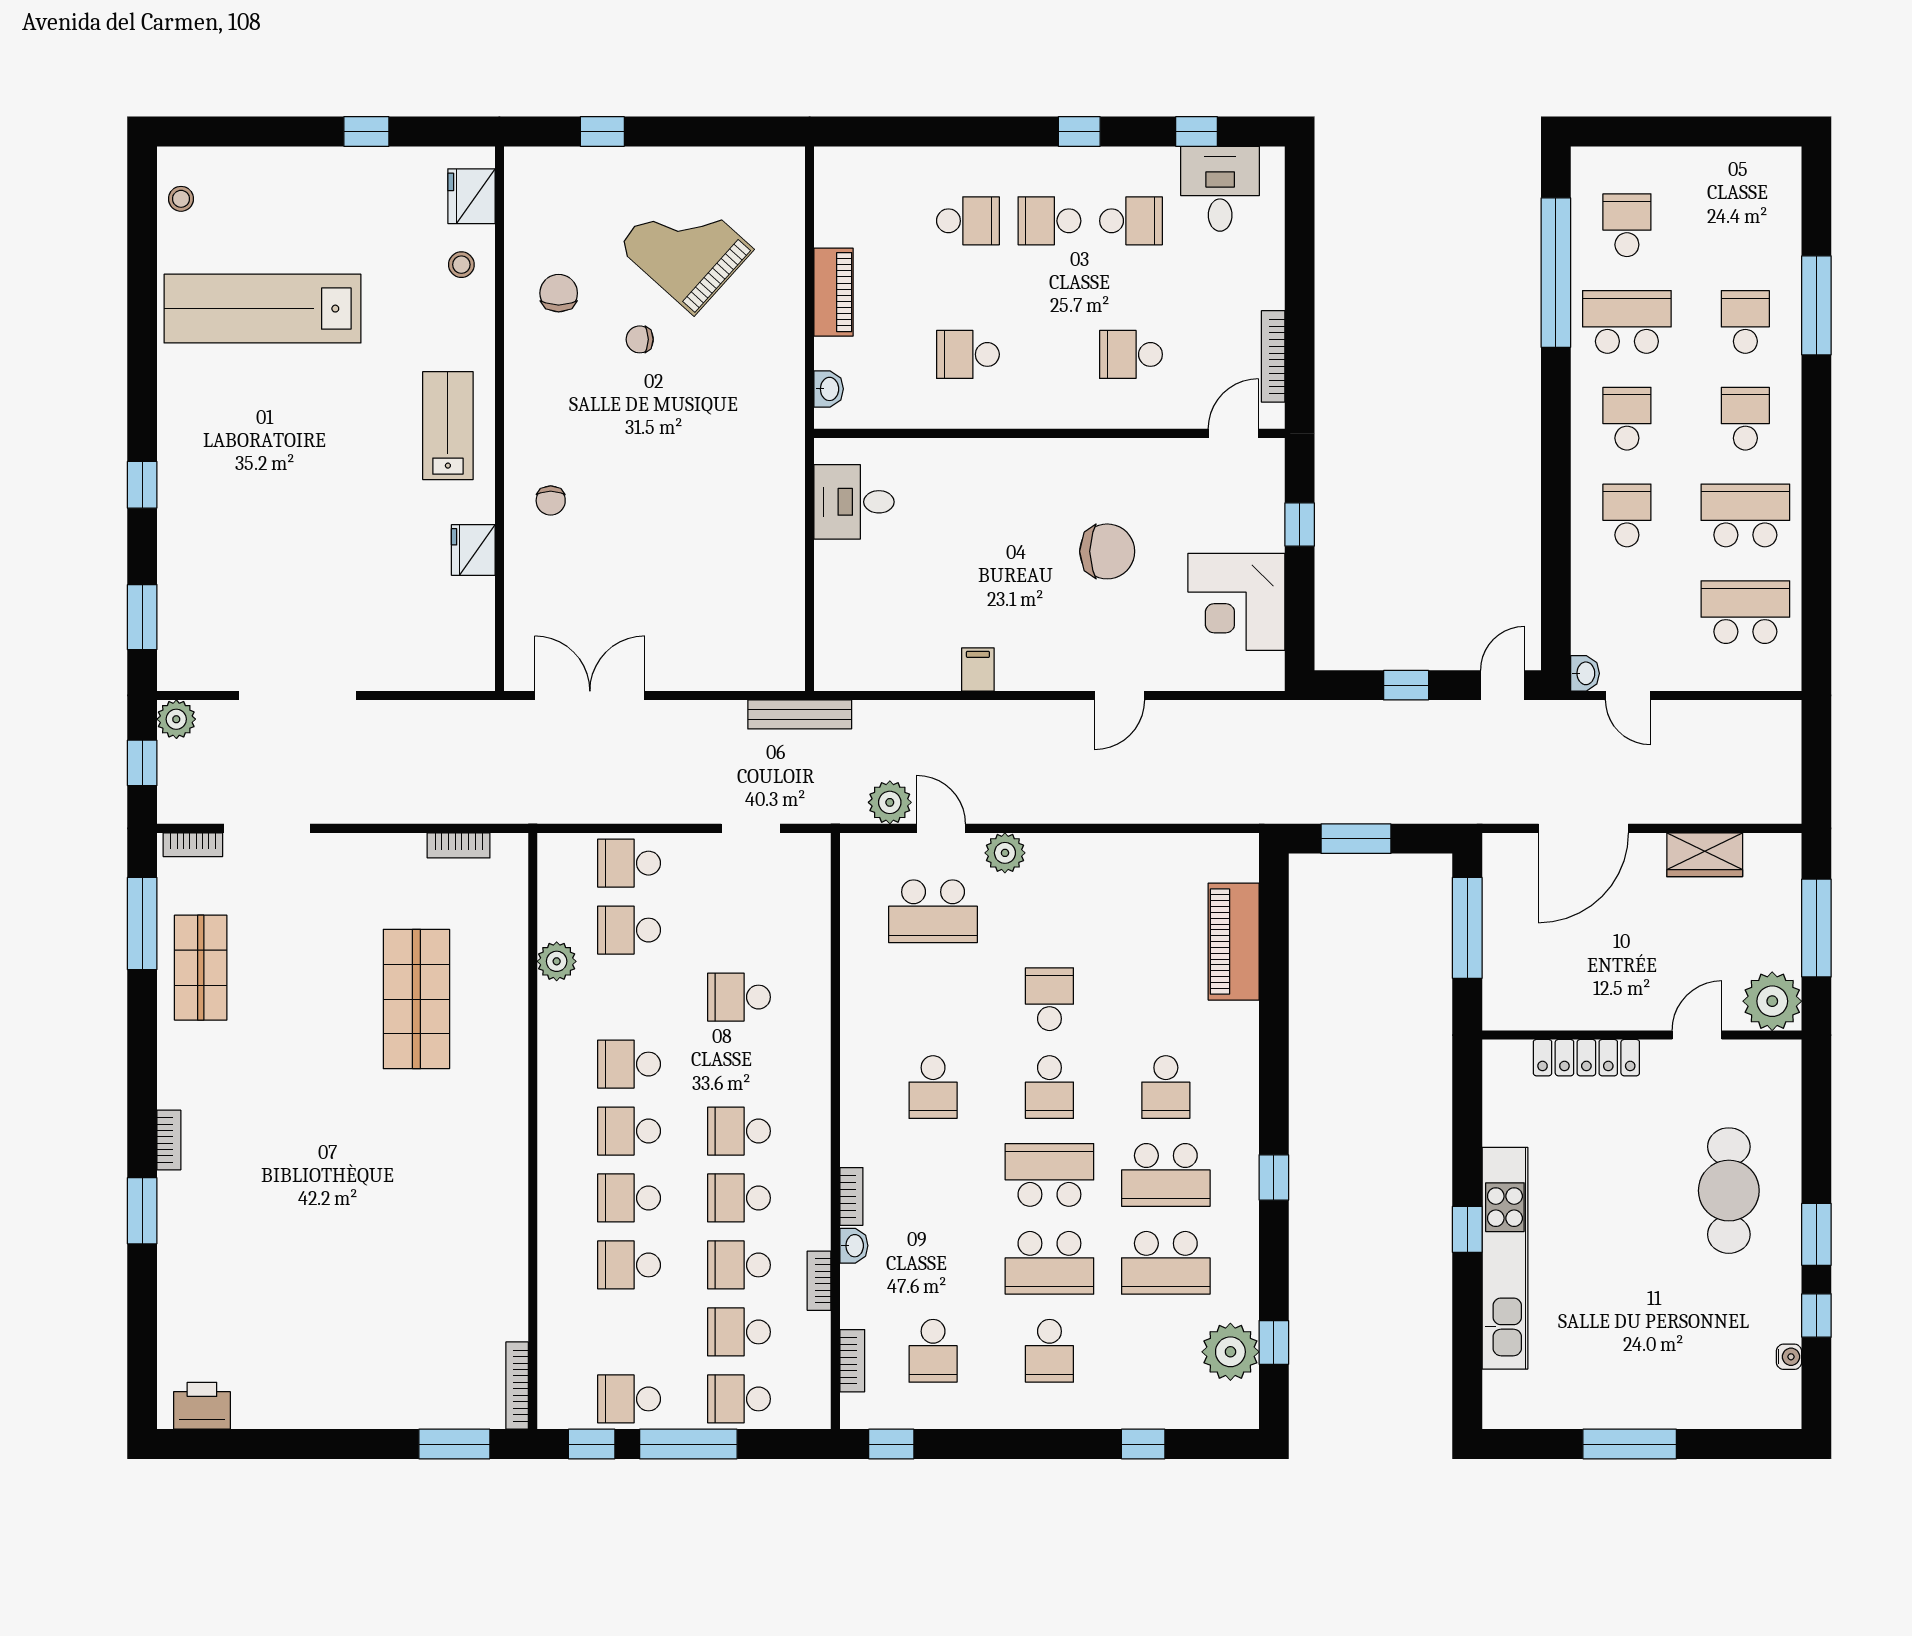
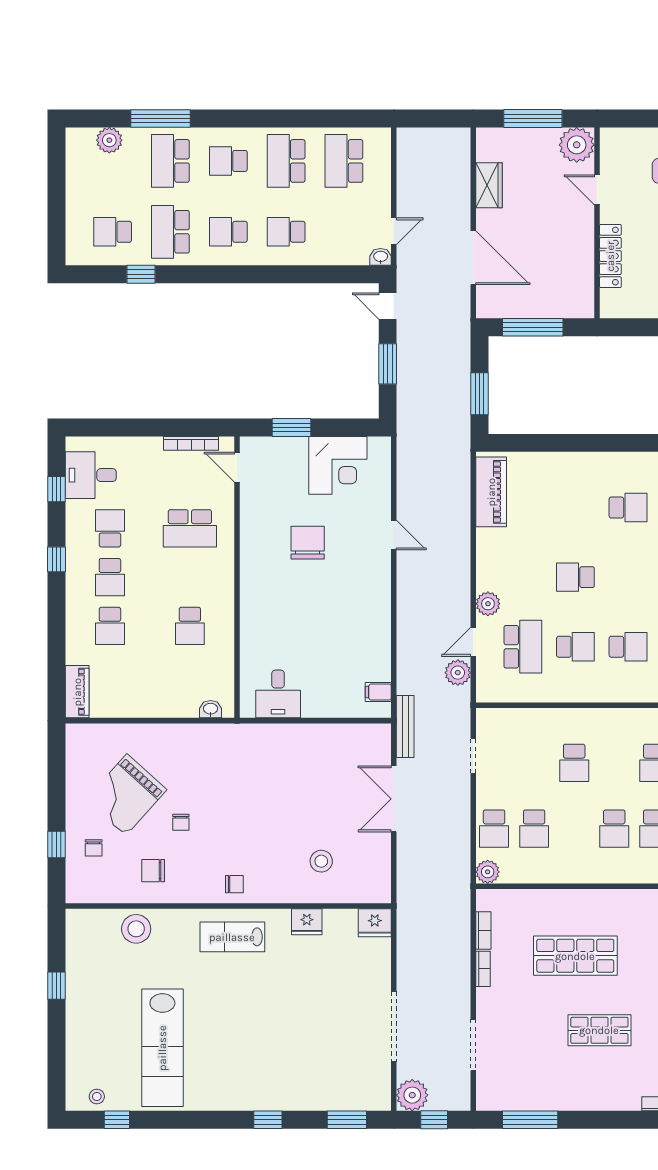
chair: (597, 193) -> (94, 848), added
fridge: (471, 196) -> (375, 923), moved
plant: (1780, 220) -> (109, 140), added
school desk: (968, 221) -> (110, 626), turned 180
window: (142, 232) -> (117, 1120), added
stool: (461, 265) -> (136, 929), width x1.89, depth x1.89
window: (1556, 273) -> (141, 274), width x0.32
piano: (834, 292) -> (77, 692), moved, turned 90
school desk: (1745, 322) -> (170, 161), width x1.85
school desk: (1131, 354) -> (190, 528), width x1.85
chair: (551, 501) -> (234, 884), moved
window: (1300, 525) -> (292, 427), width x1.50
stool: (575, 574) -> (321, 861), added
filing cabinet: (978, 669) -> (378, 692), moved
window: (1406, 685) -> (388, 364), width x1.50
double door: (590, 695) -> (394, 799), moved
plant: (176, 719) -> (412, 1095), width x1.36, depth x1.36
bookcase: (193, 845) -> (483, 969), moved
piano: (1234, 942) -> (491, 492), moved, turned -90
plant: (557, 961) -> (488, 872), moved
shop shelf: (201, 968) -> (599, 1030), moved
school desk: (1049, 1087) -> (575, 647), moved

